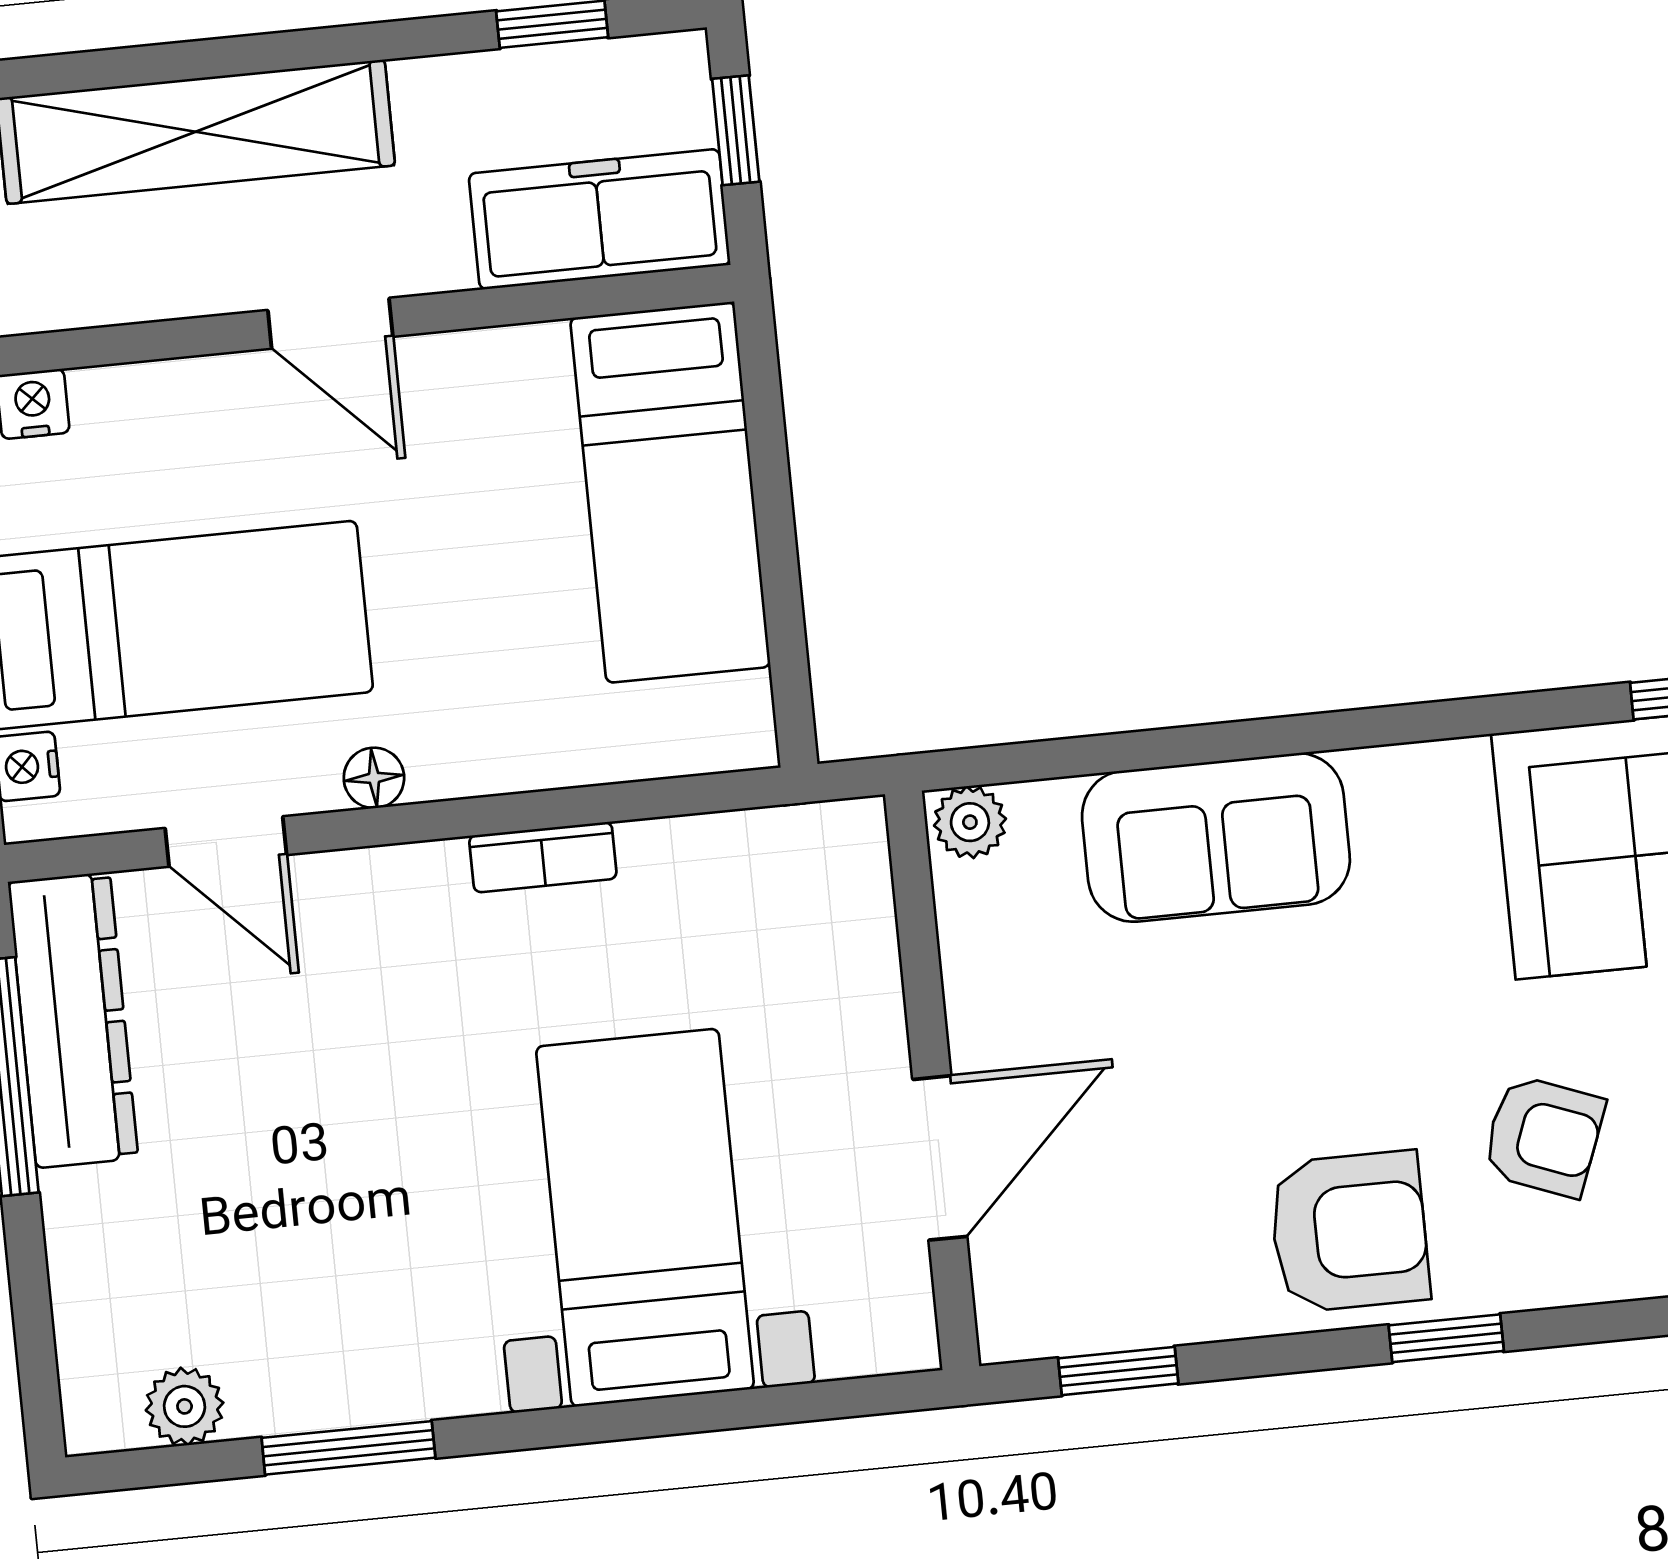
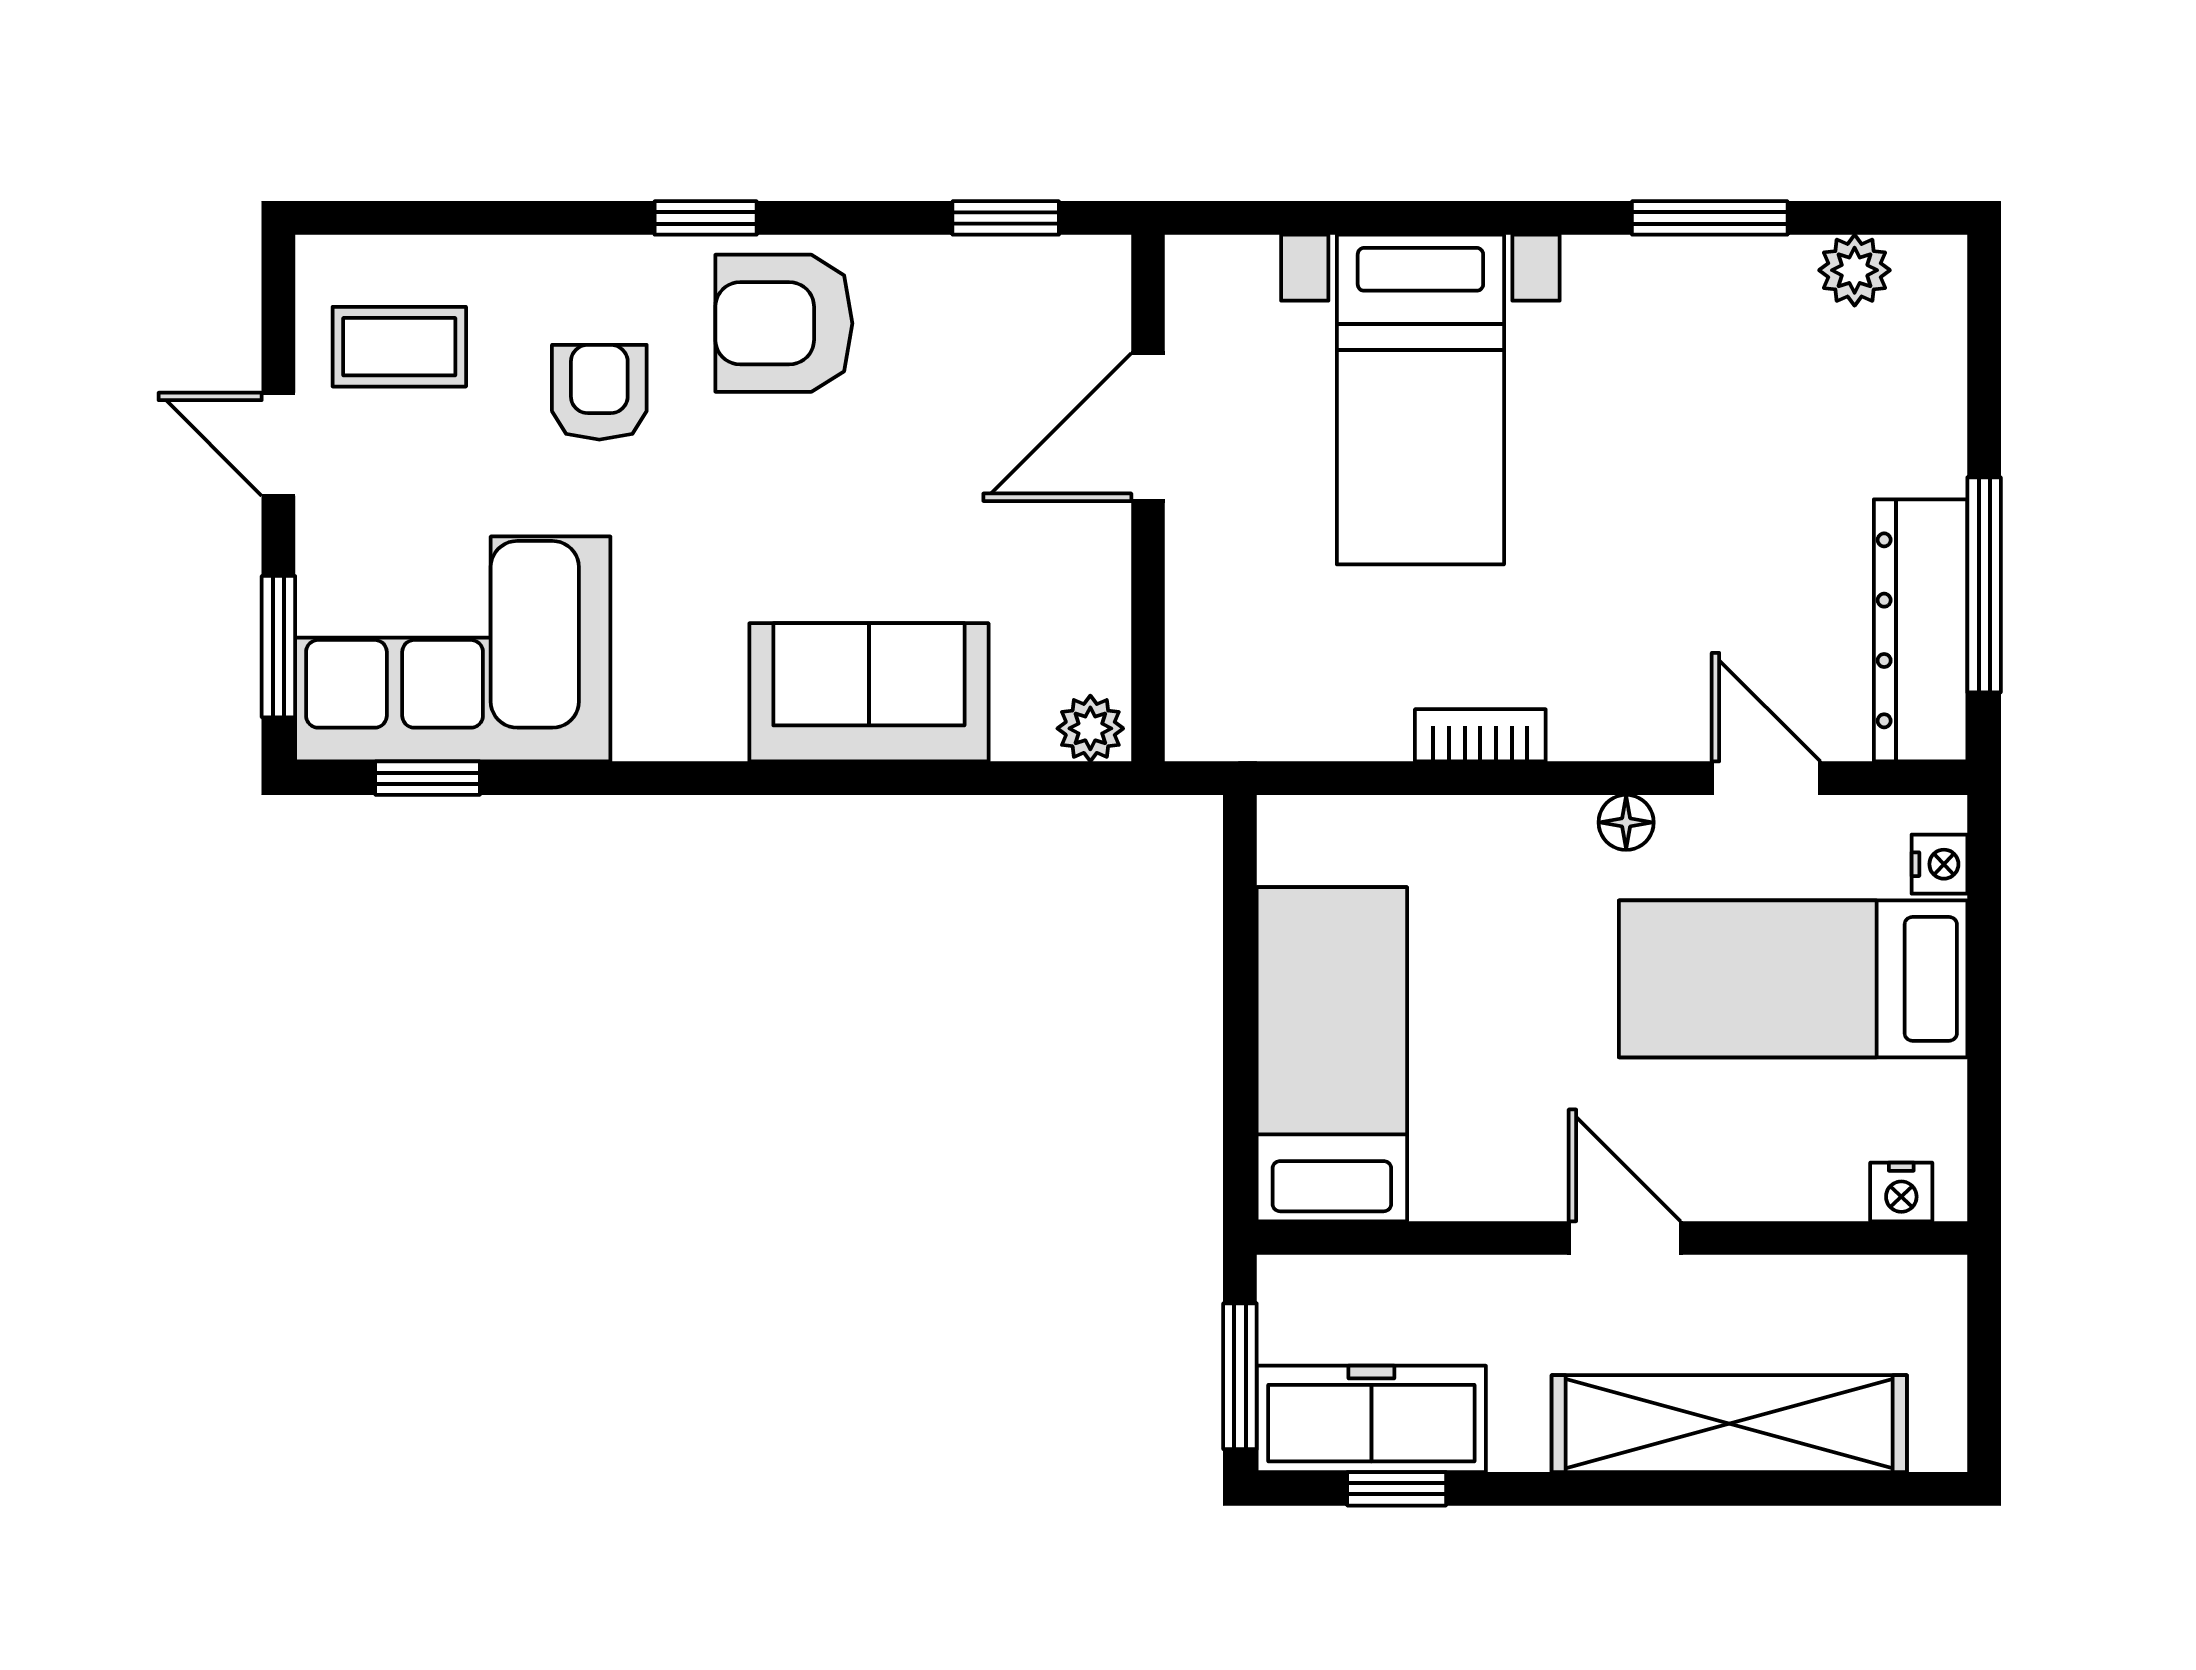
window: (736, 130) -> (1240, 1376), width x1.50
freezer: (600, 219) -> (1371, 1419), moved, turned 180
armchair: (1543, 1136) -> (599, 392), turned 69

